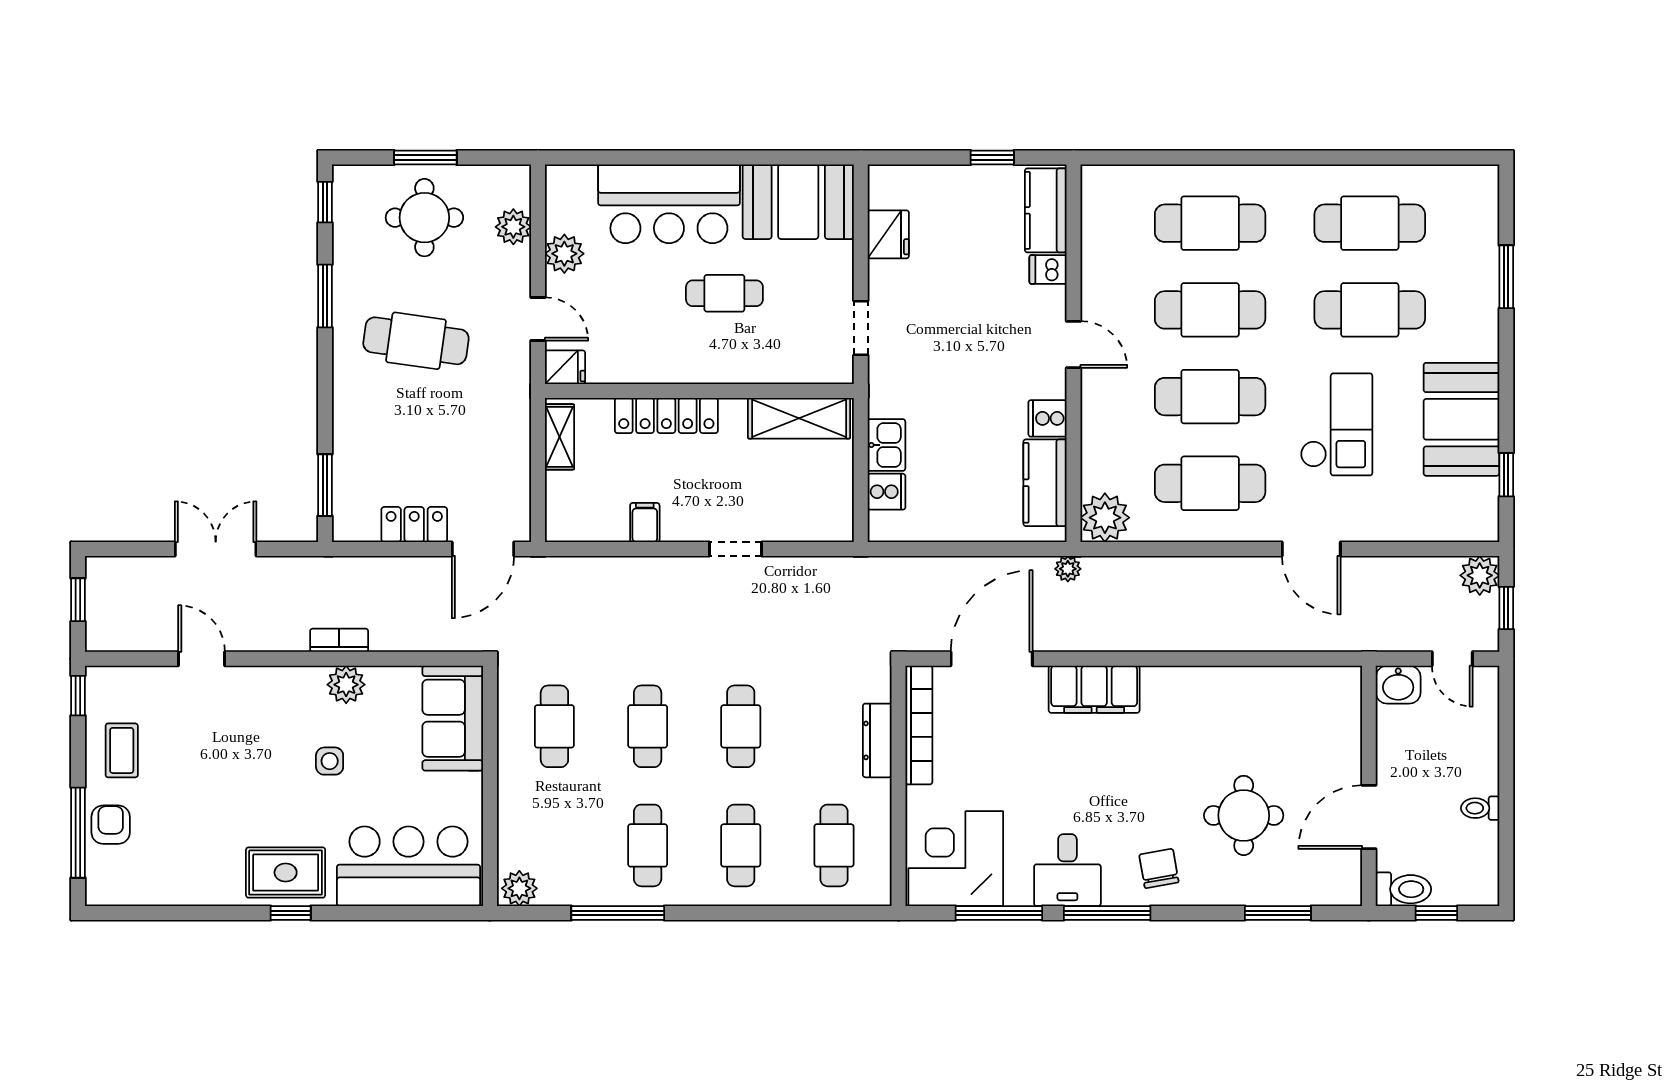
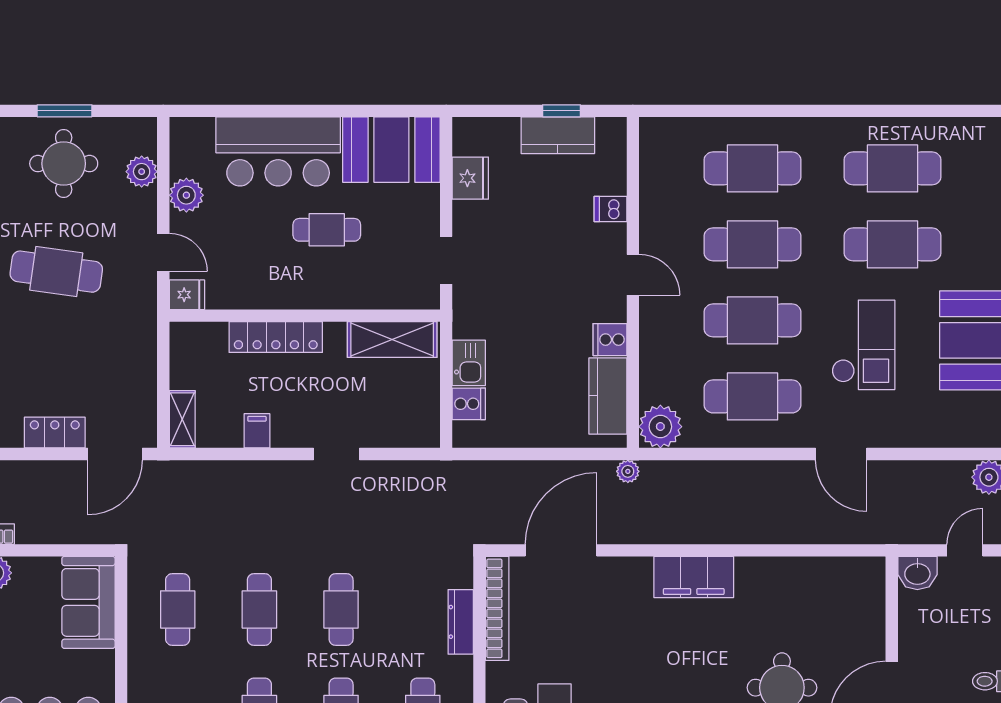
kitchen counter: (1046, 210) -> (558, 135), moved, turned -90
shelving: (560, 437) -> (182, 419), moved
door: (1452, 659) -> (965, 550), swing flipped
filing cabinet: (1094, 689) -> (694, 577), moved

